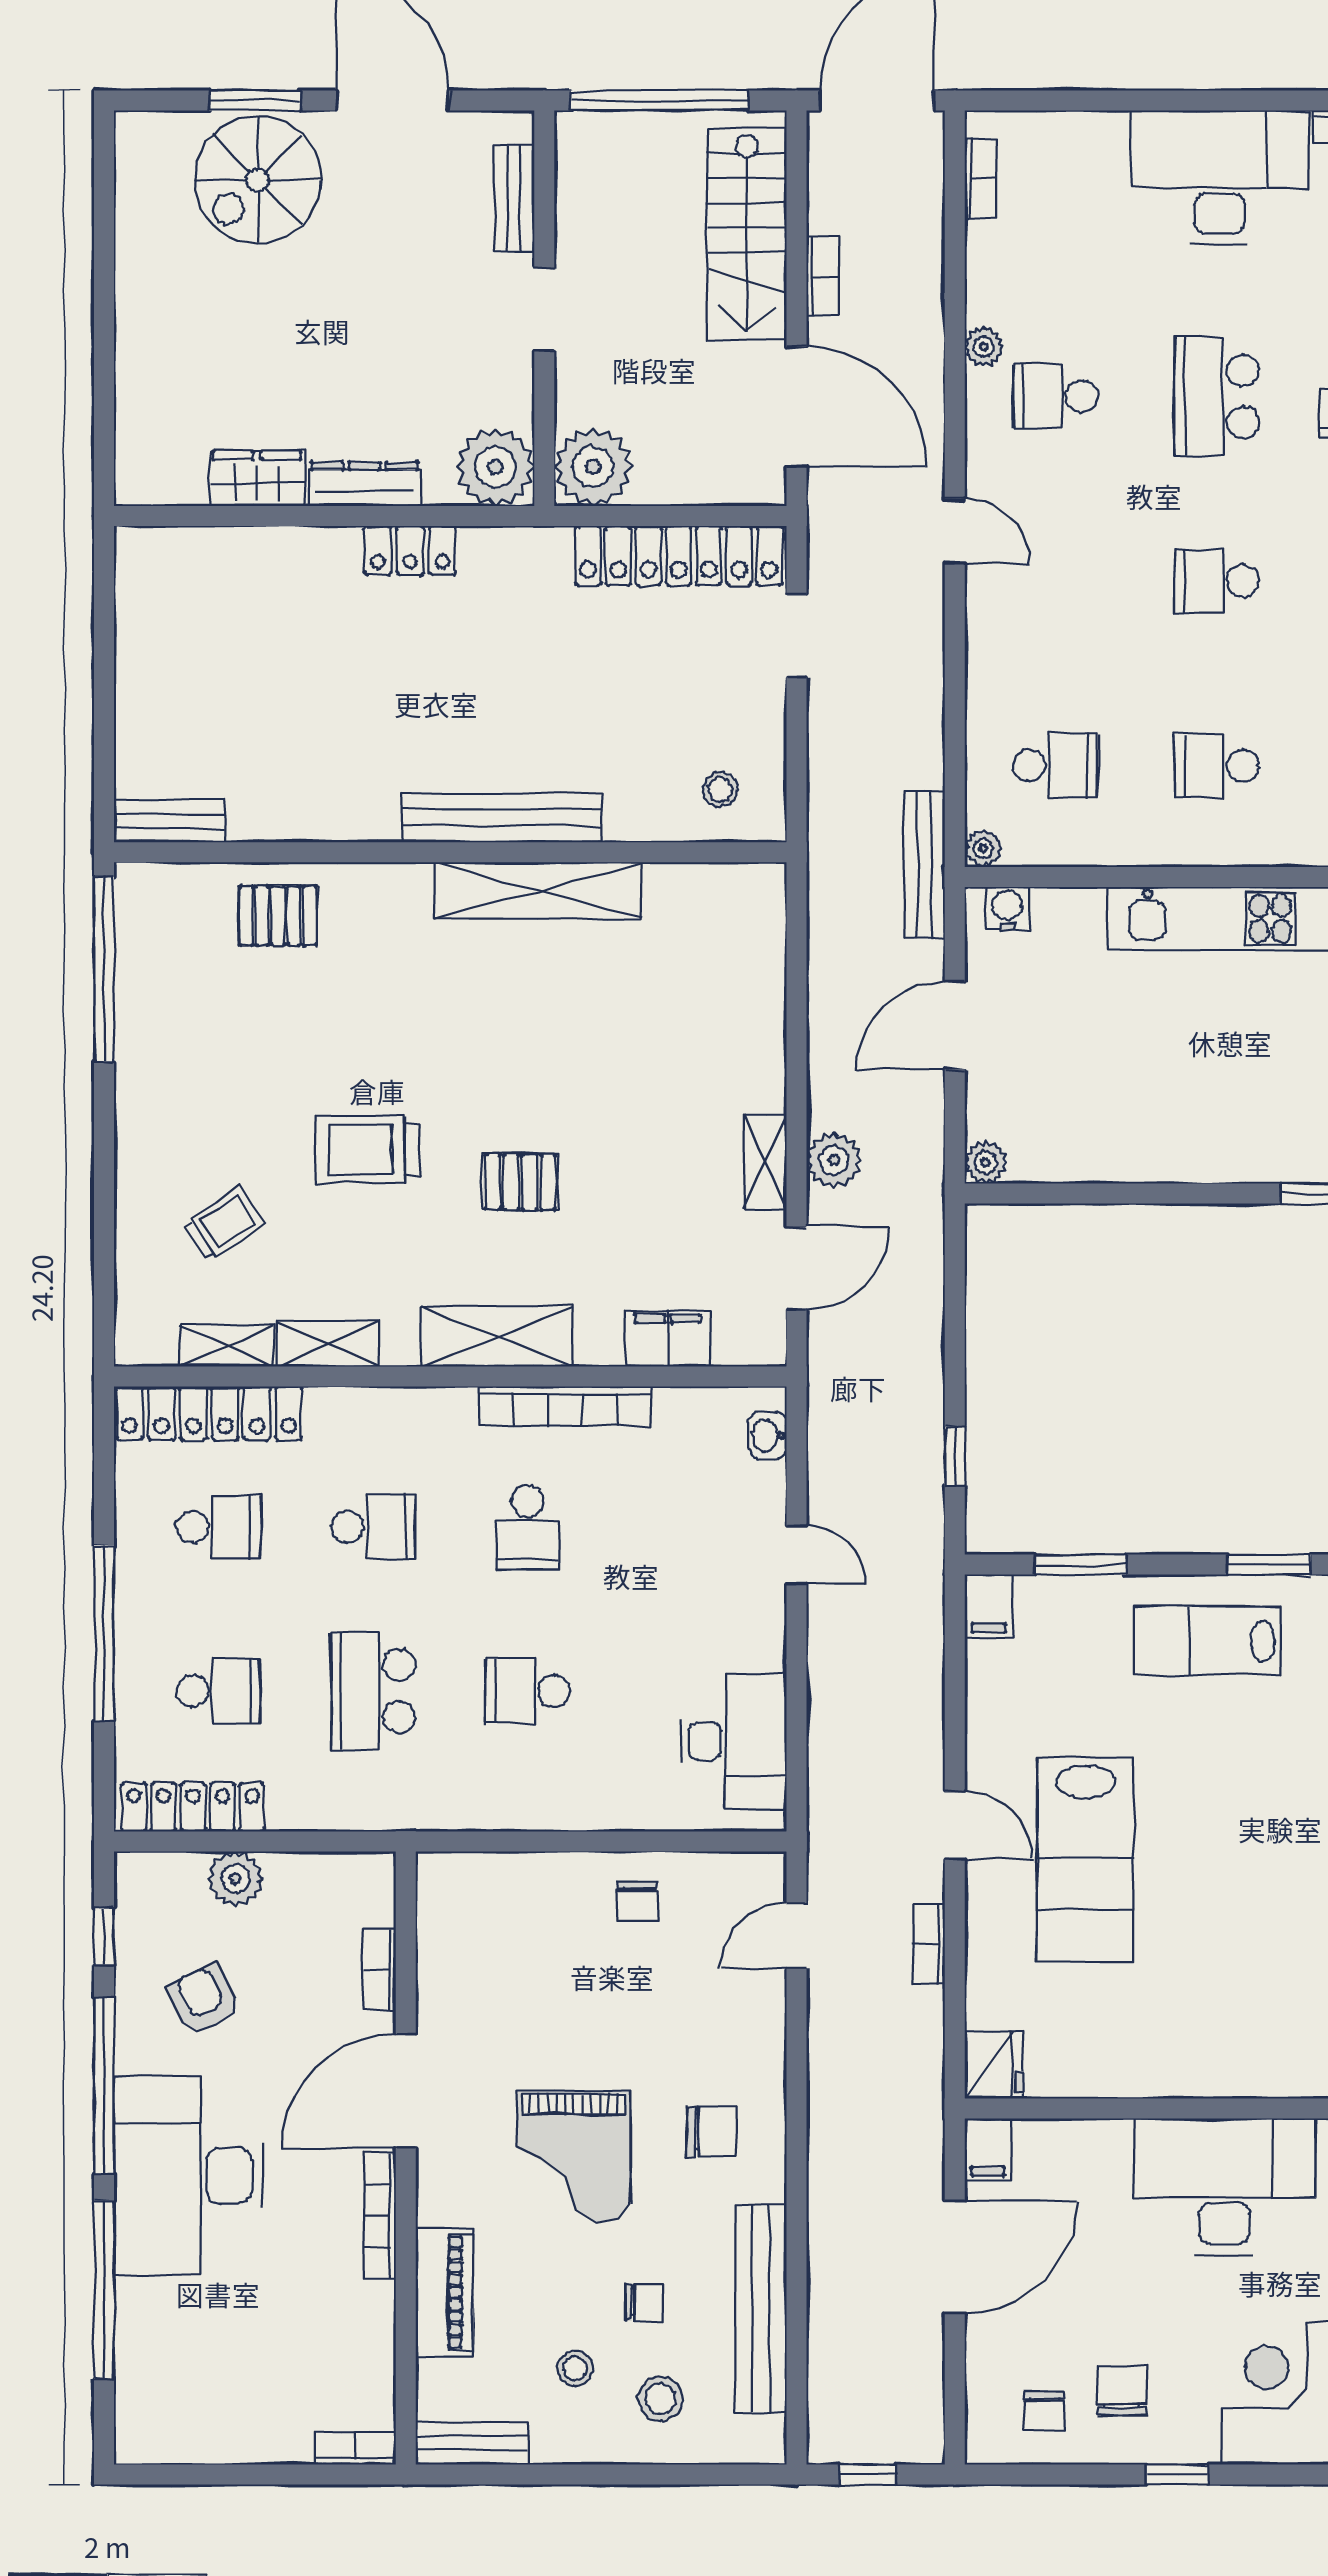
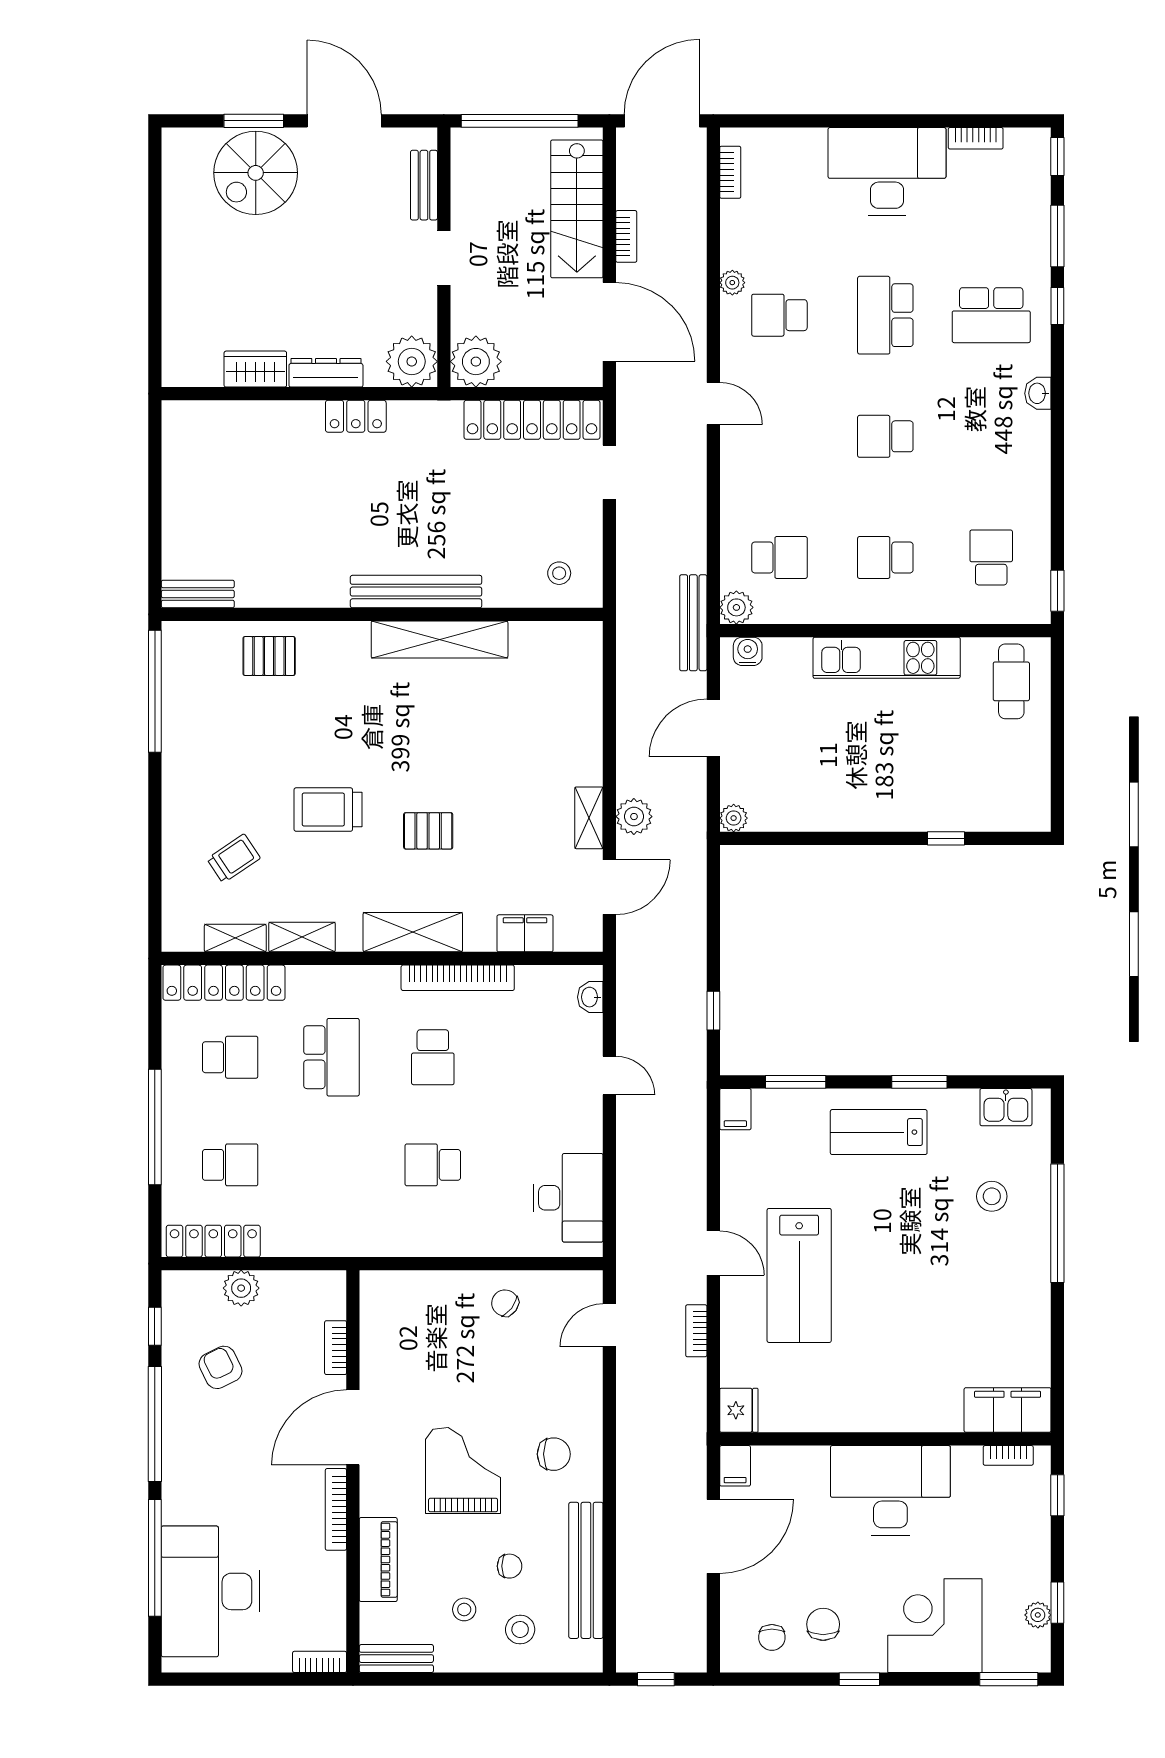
plant: (983, 849) -> (736, 607), width x1.38, depth x1.38
school desk: (373, 1527) -> (331, 1057), width x1.85
school desk: (373, 1691) -> (331, 1165), removed
chair: (637, 1901) -> (505, 1303), turned 127
grand piano: (574, 2157) -> (463, 1471), turned 180
desk: (189, 2176) -> (210, 1591), moved

